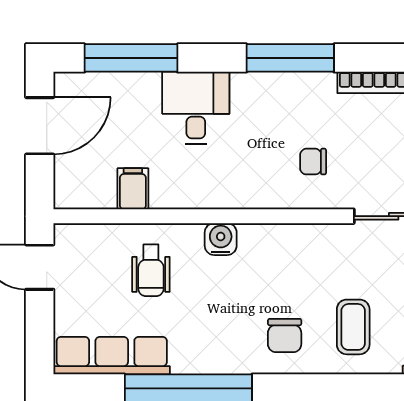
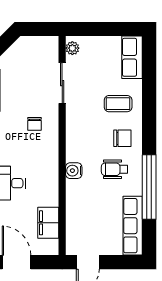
filing cabinet: (133, 189) -> (48, 223), width x2.00
wheelchair: (151, 270) -> (115, 169), moved, turned 180

